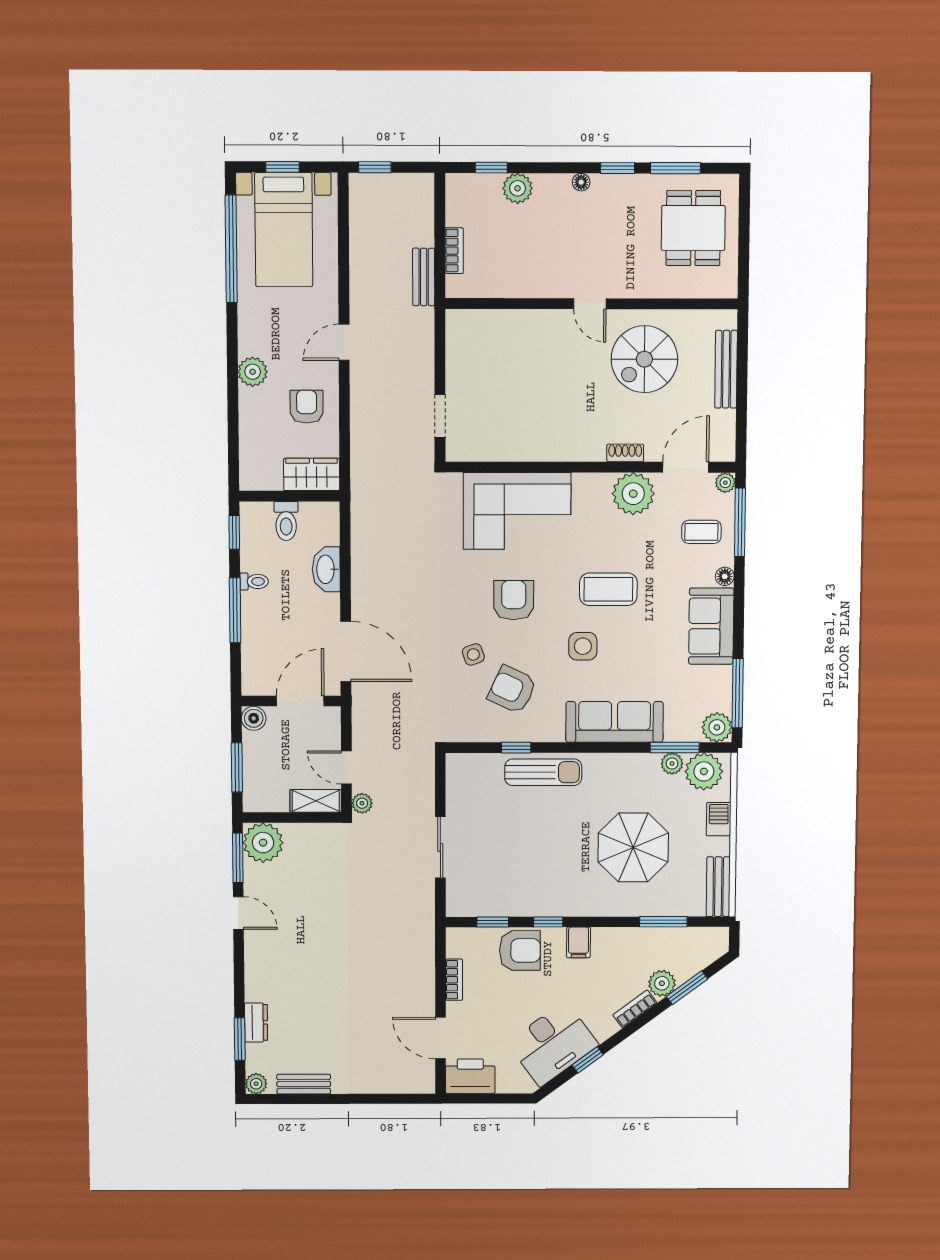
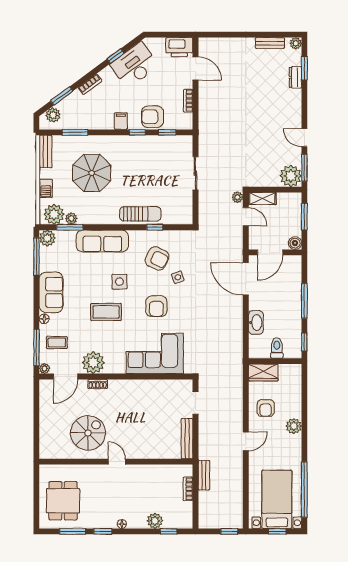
bench: (726, 369) -> (187, 439), moved
toilet: (254, 581) -> (294, 316), removed
sun lounger: (543, 772) -> (140, 214), turned 180
plant: (662, 983) -> (53, 115), moved

